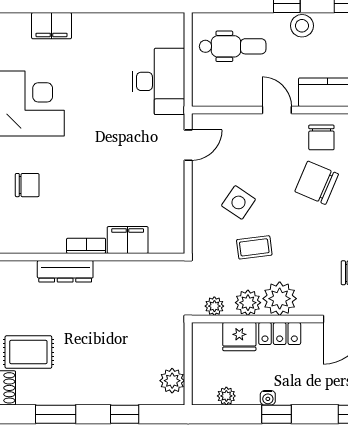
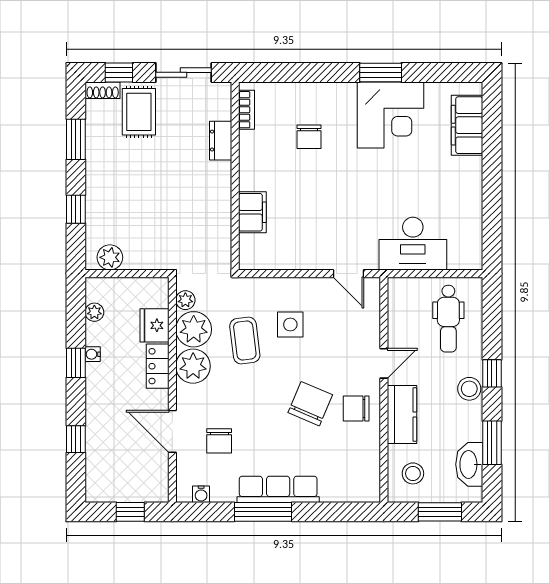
filing cabinet: (52, 26) -> (467, 125), width x1.50, depth x1.17
chair: (27, 185) -> (309, 137), moved
side table: (238, 202) -> (290, 325), turned -34
bookcase: (86, 246) -> (246, 110), moved
coffee table: (254, 247) -> (245, 340), width x1.36, depth x1.30
dresser: (65, 271) -> (221, 141), width x0.70
plant: (248, 303) -> (194, 329), width x1.36, depth x1.36

